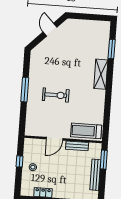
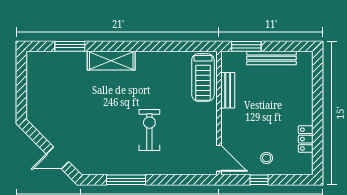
door: (50, 30) -> (58, 158), moved
window: (25, 90) -> (126, 180), moved
door: (54, 139) -> (219, 158), moved

